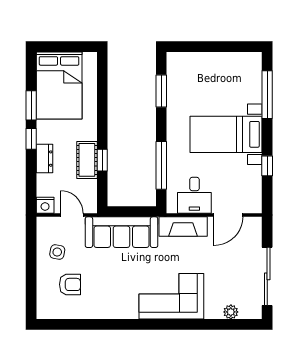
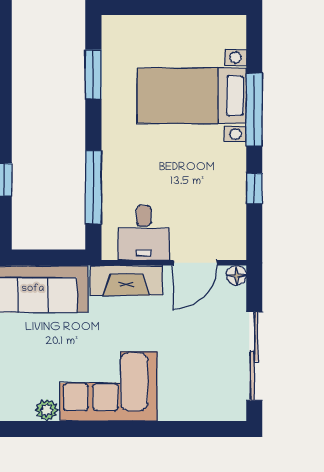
window: (267, 95) -> (254, 110), moved
bed with nightstands: (226, 134) -> (192, 96), moved
floor lamp: (256, 223) -> (237, 275), added
plant: (231, 312) -> (47, 410), moved

